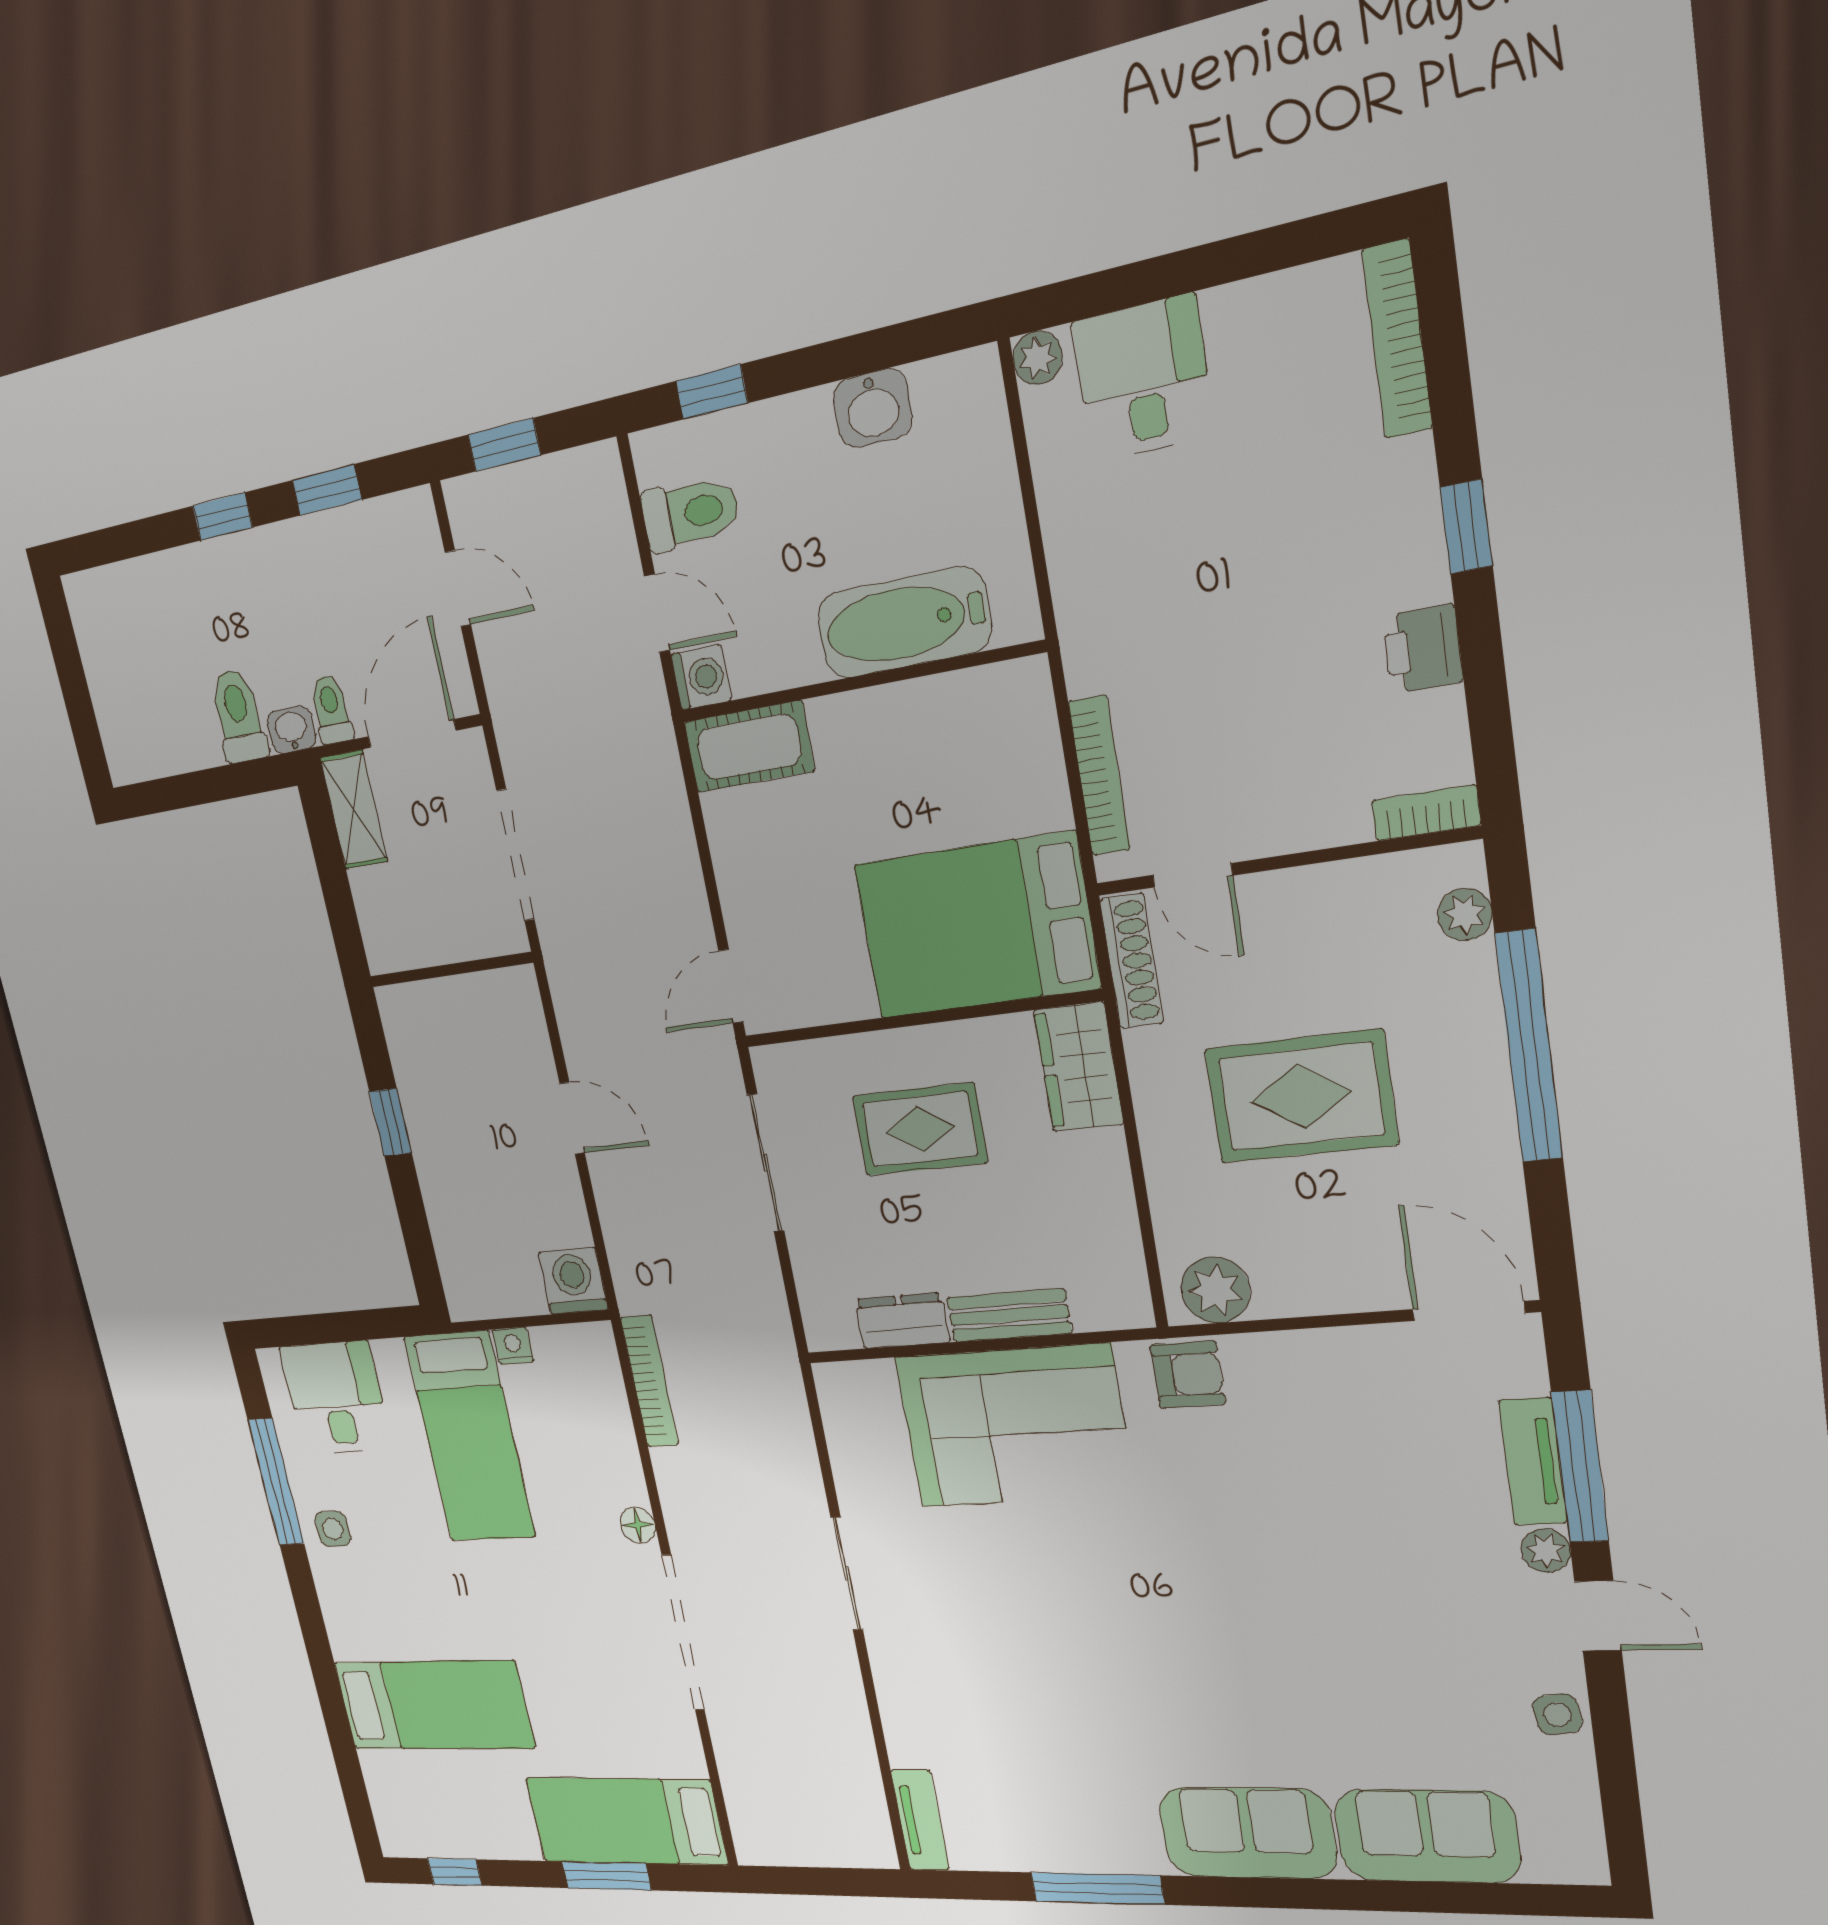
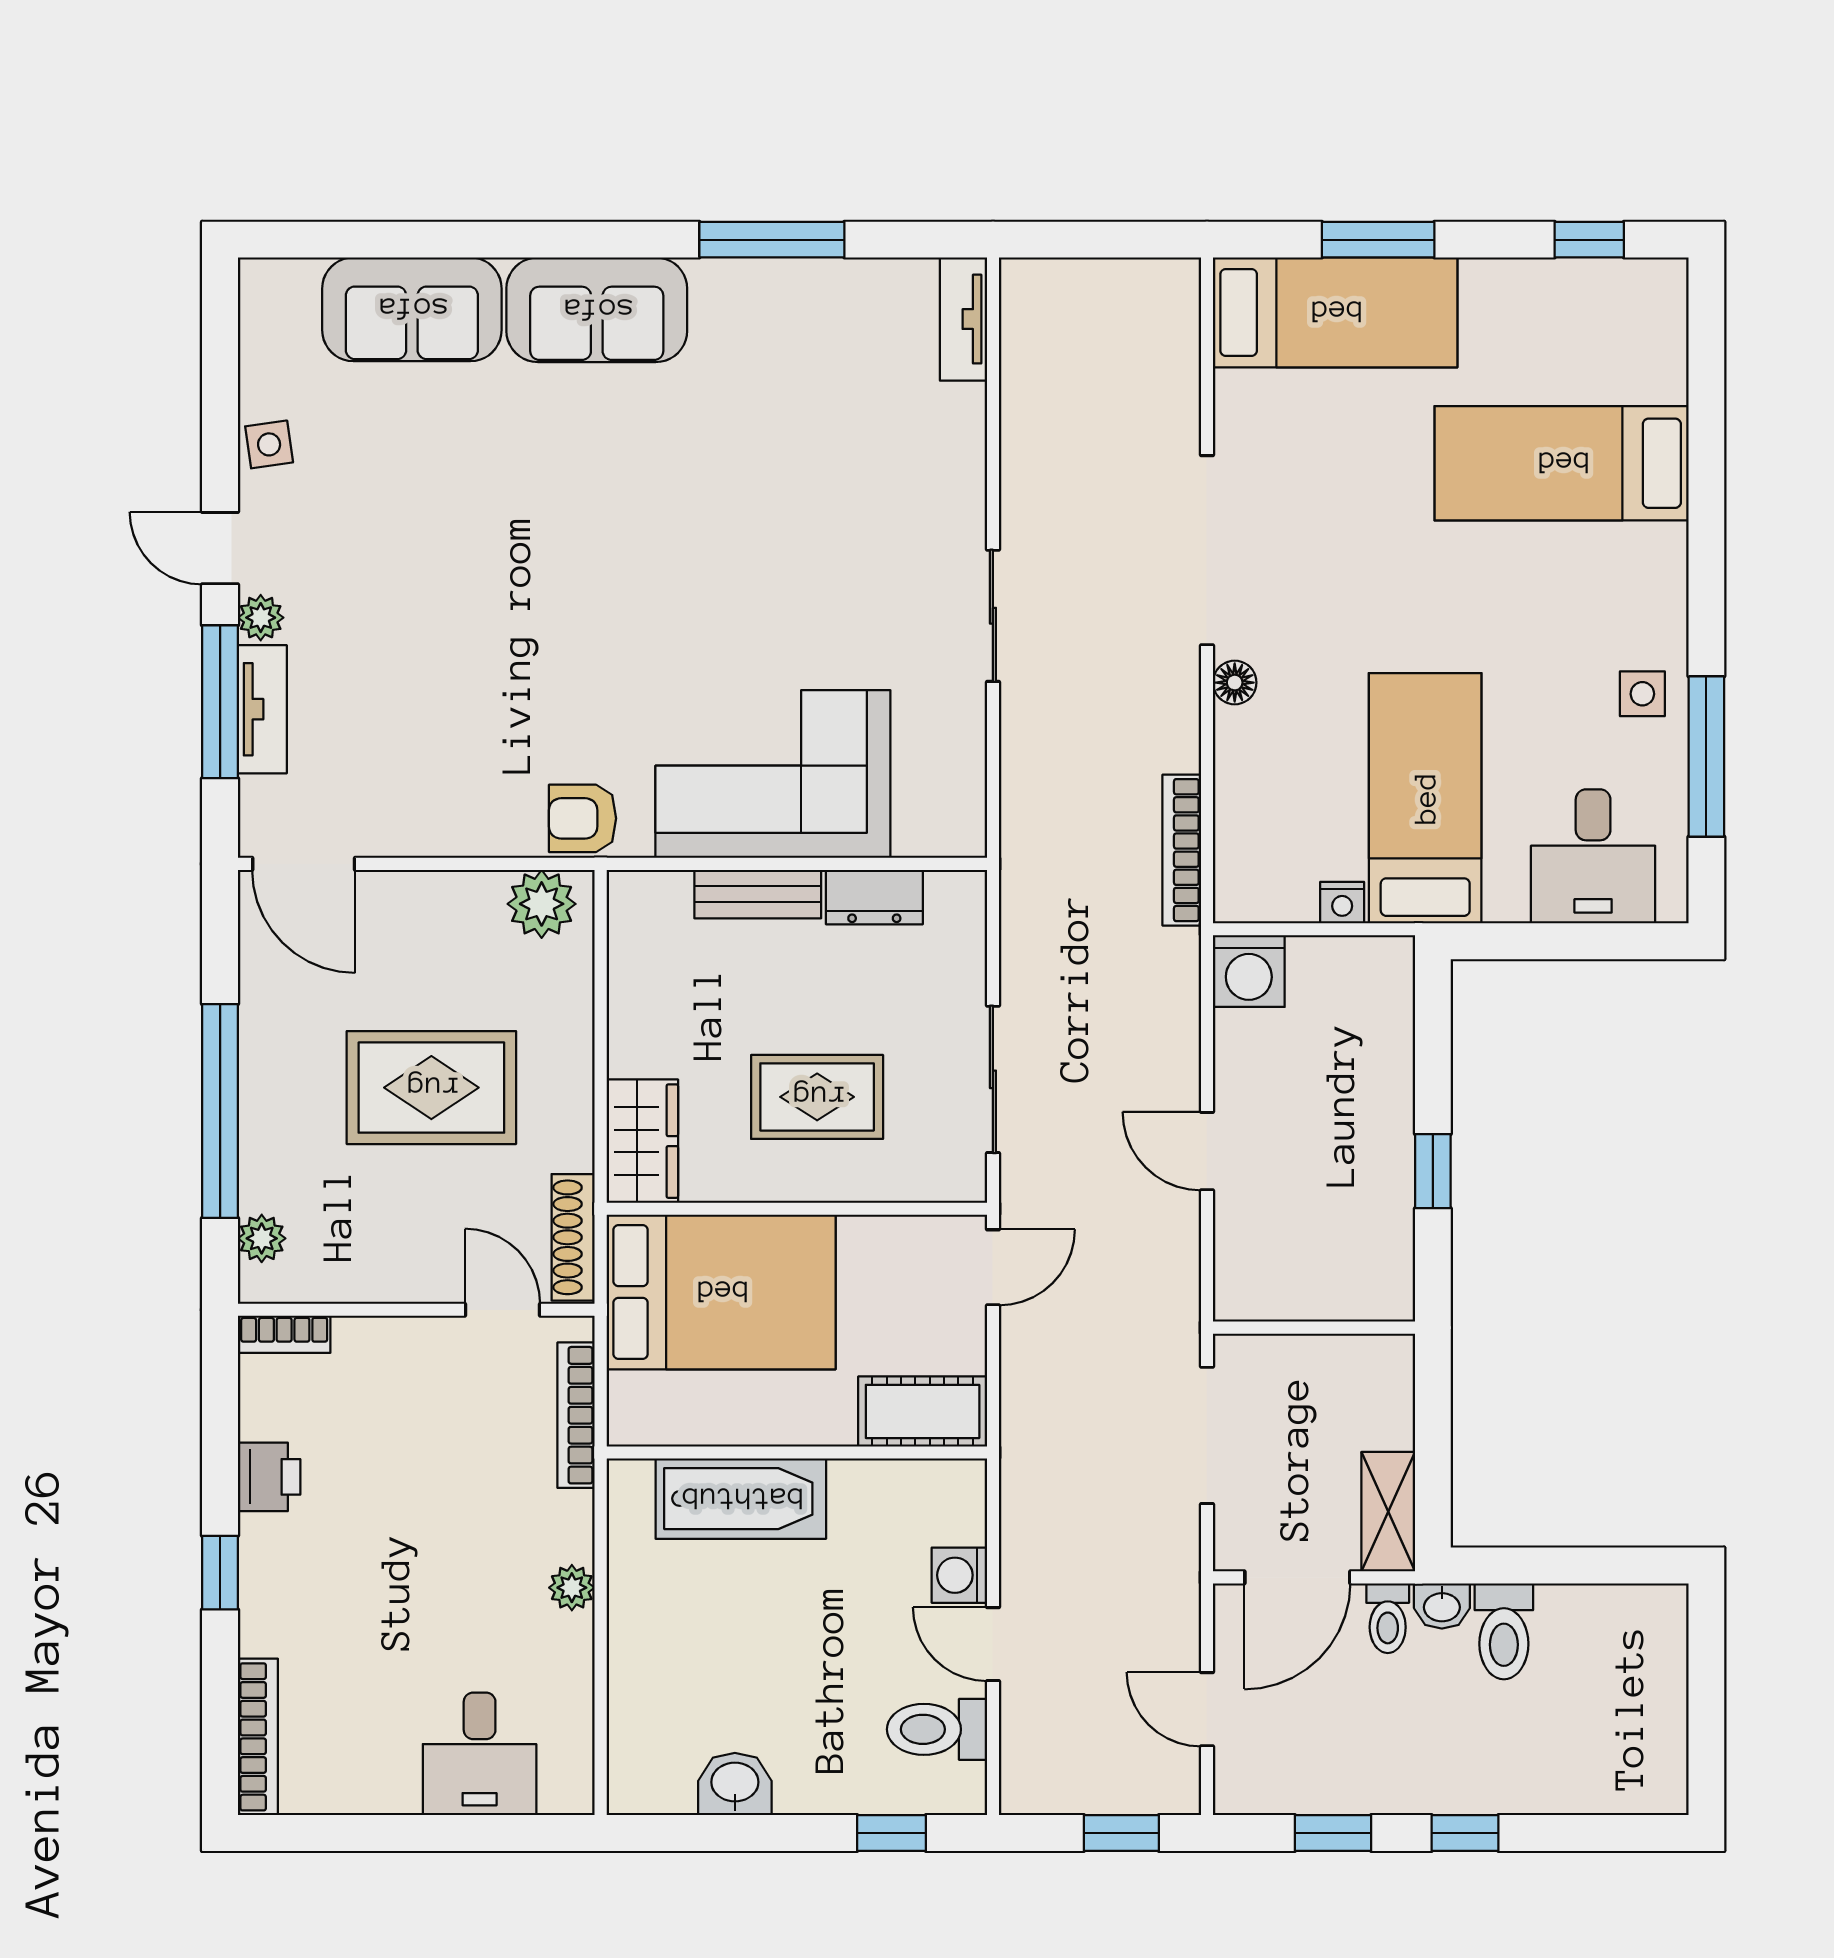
plant: (1038, 358) -> (572, 1588), moved
bathtub: (904, 623) -> (741, 1499), moved
wall: (859, 682) -> (797, 1452), moved
cot: (749, 747) -> (923, 1411), moved

